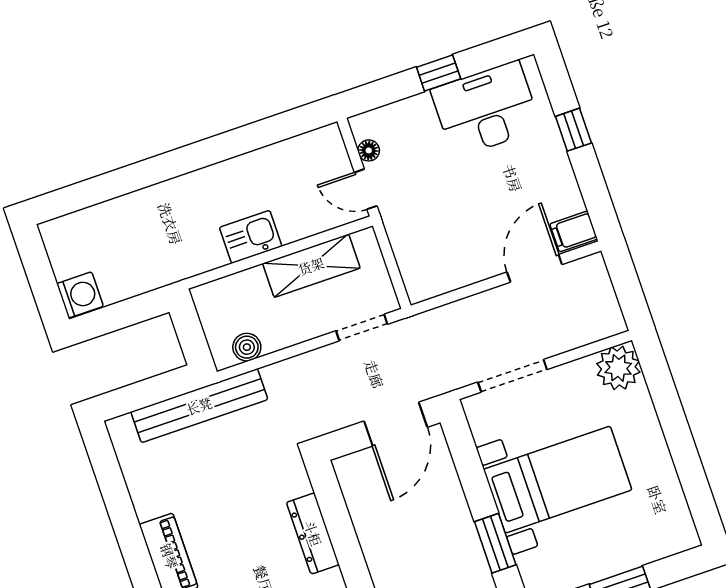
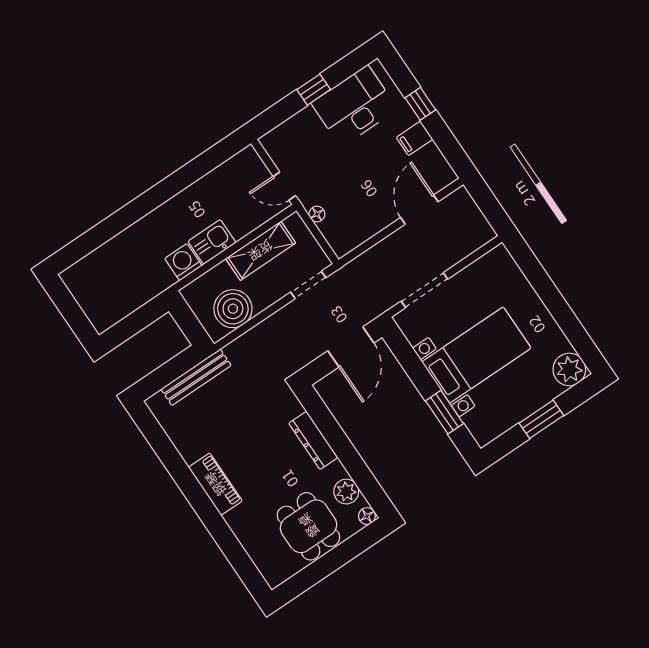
floor lamp: (369, 150) -> (317, 214), moved
filing cabinet: (574, 231) -> (414, 138), moved
washing machine: (80, 295) -> (183, 262), moved, turned -90
boiler: (247, 347) -> (233, 309), width x1.86, depth x1.86
plant: (618, 368) -> (569, 369), moved
bench: (199, 406) -> (196, 377), width x0.73, depth x0.82

